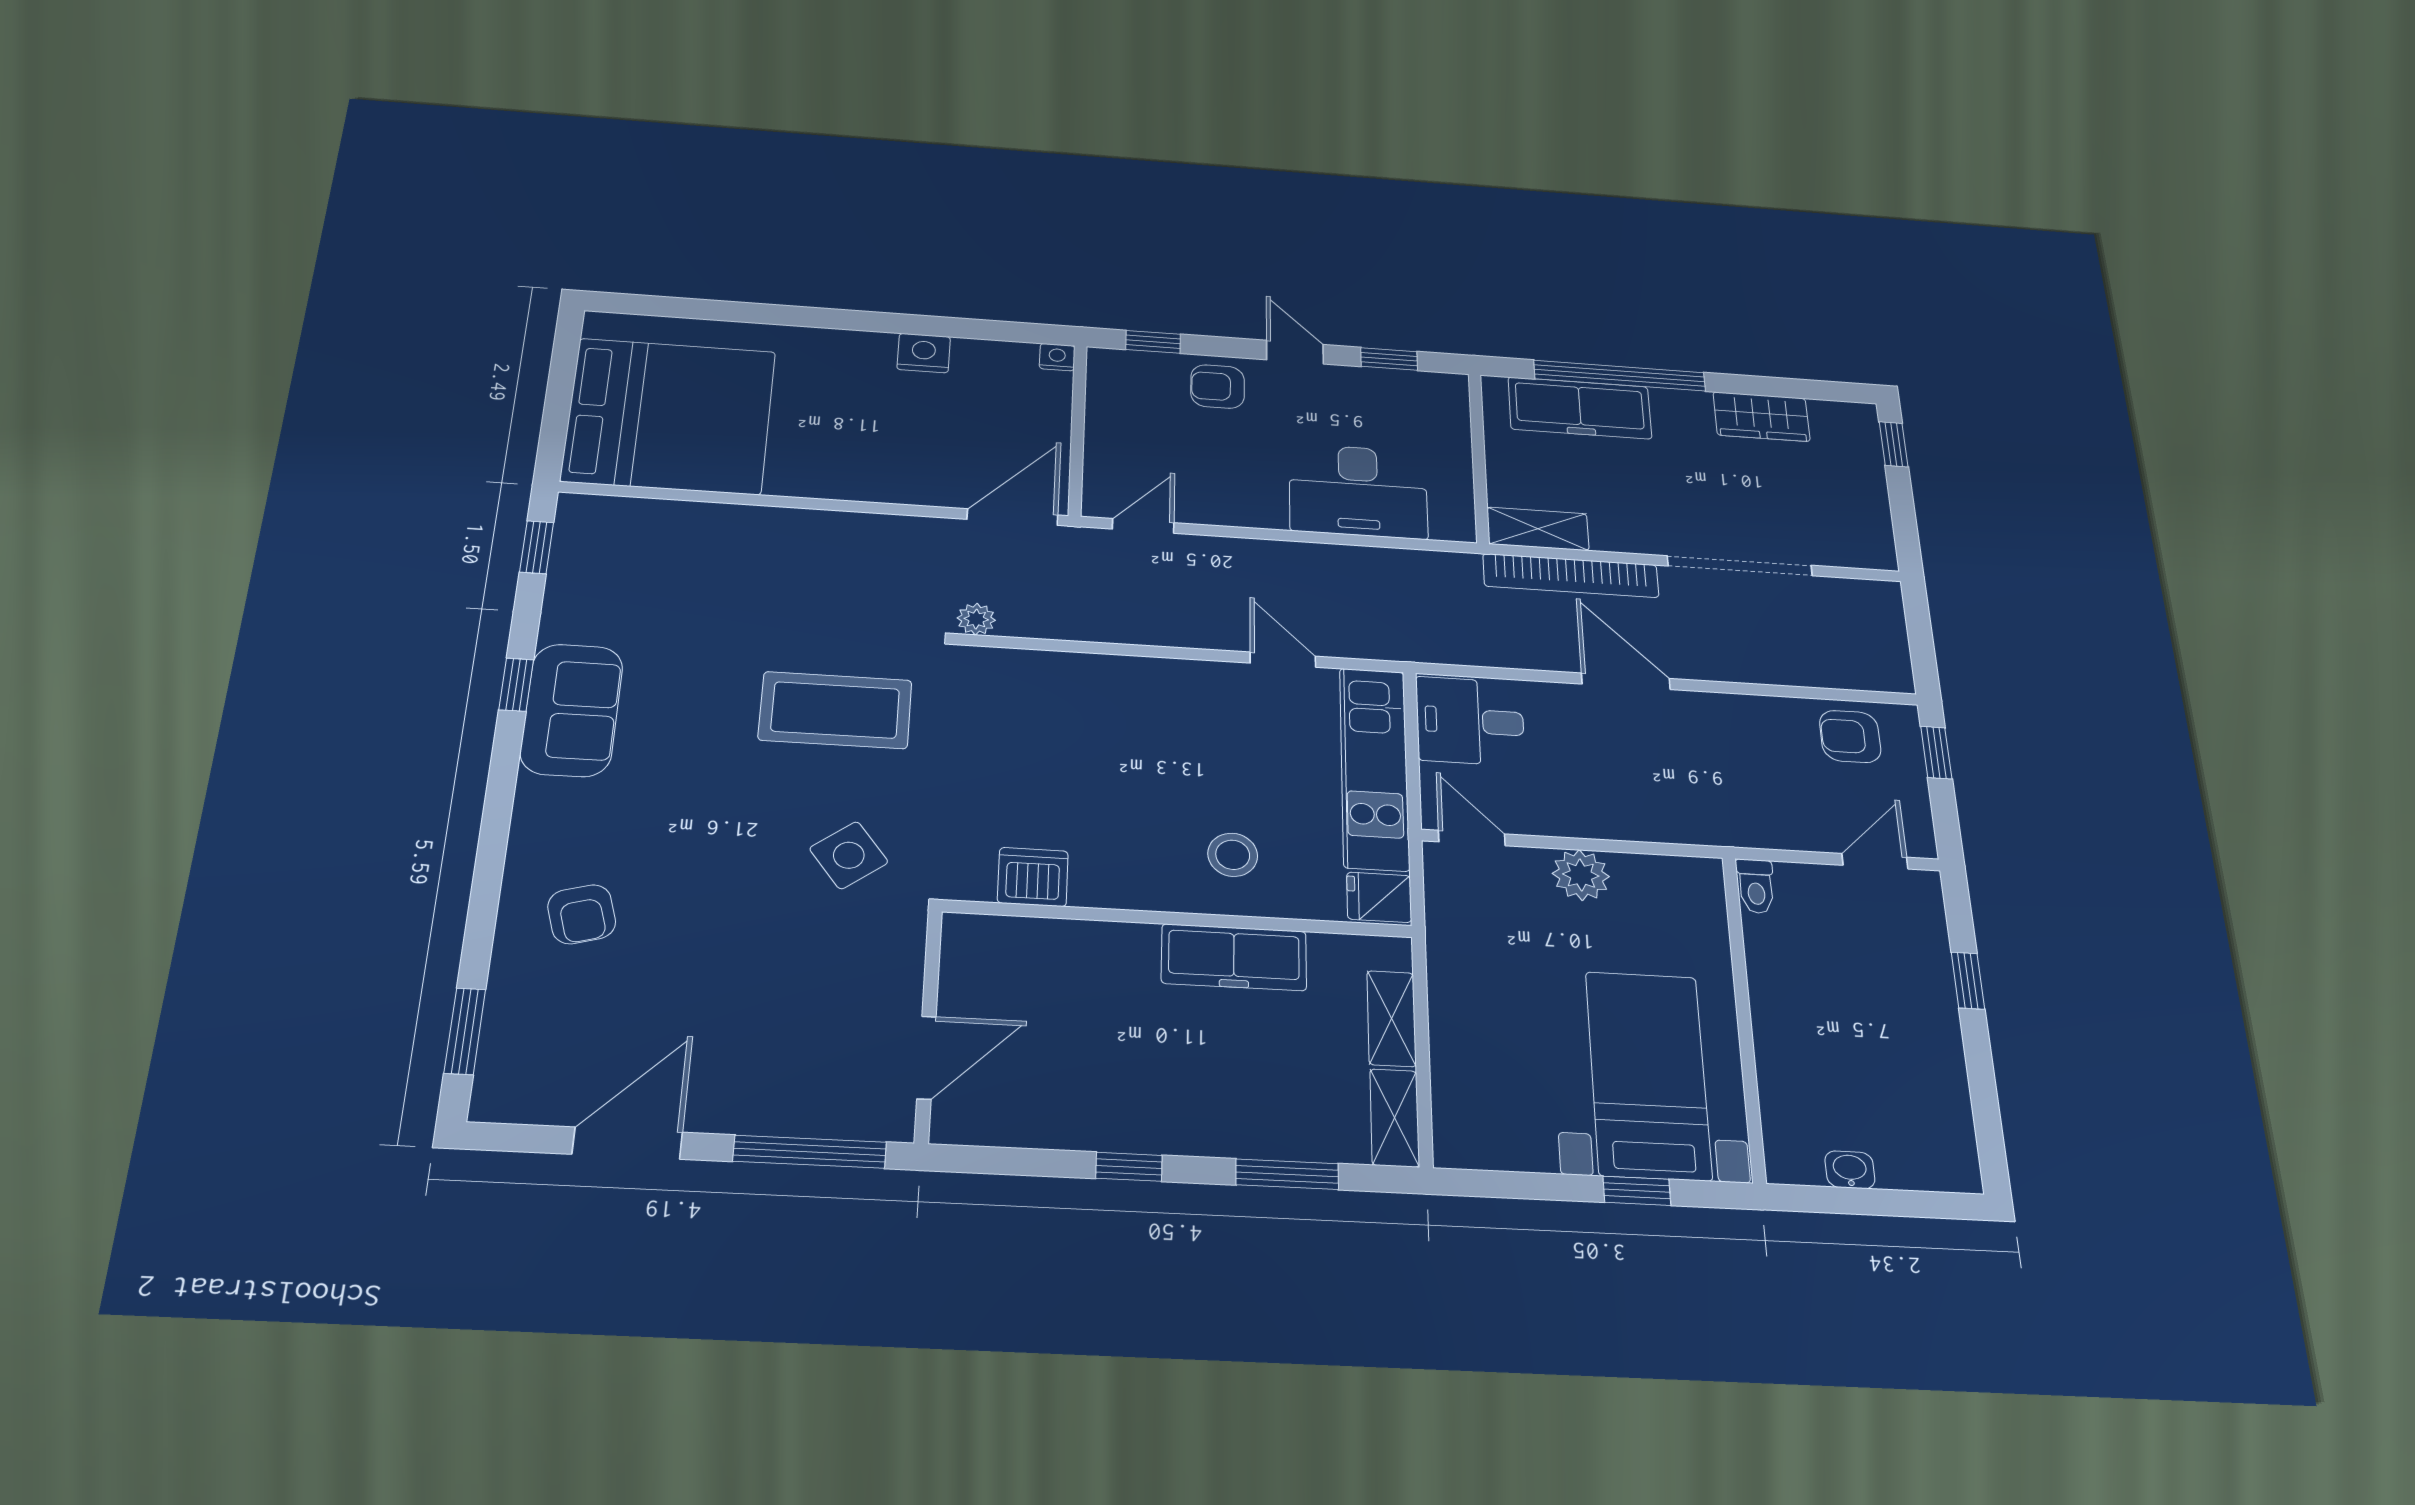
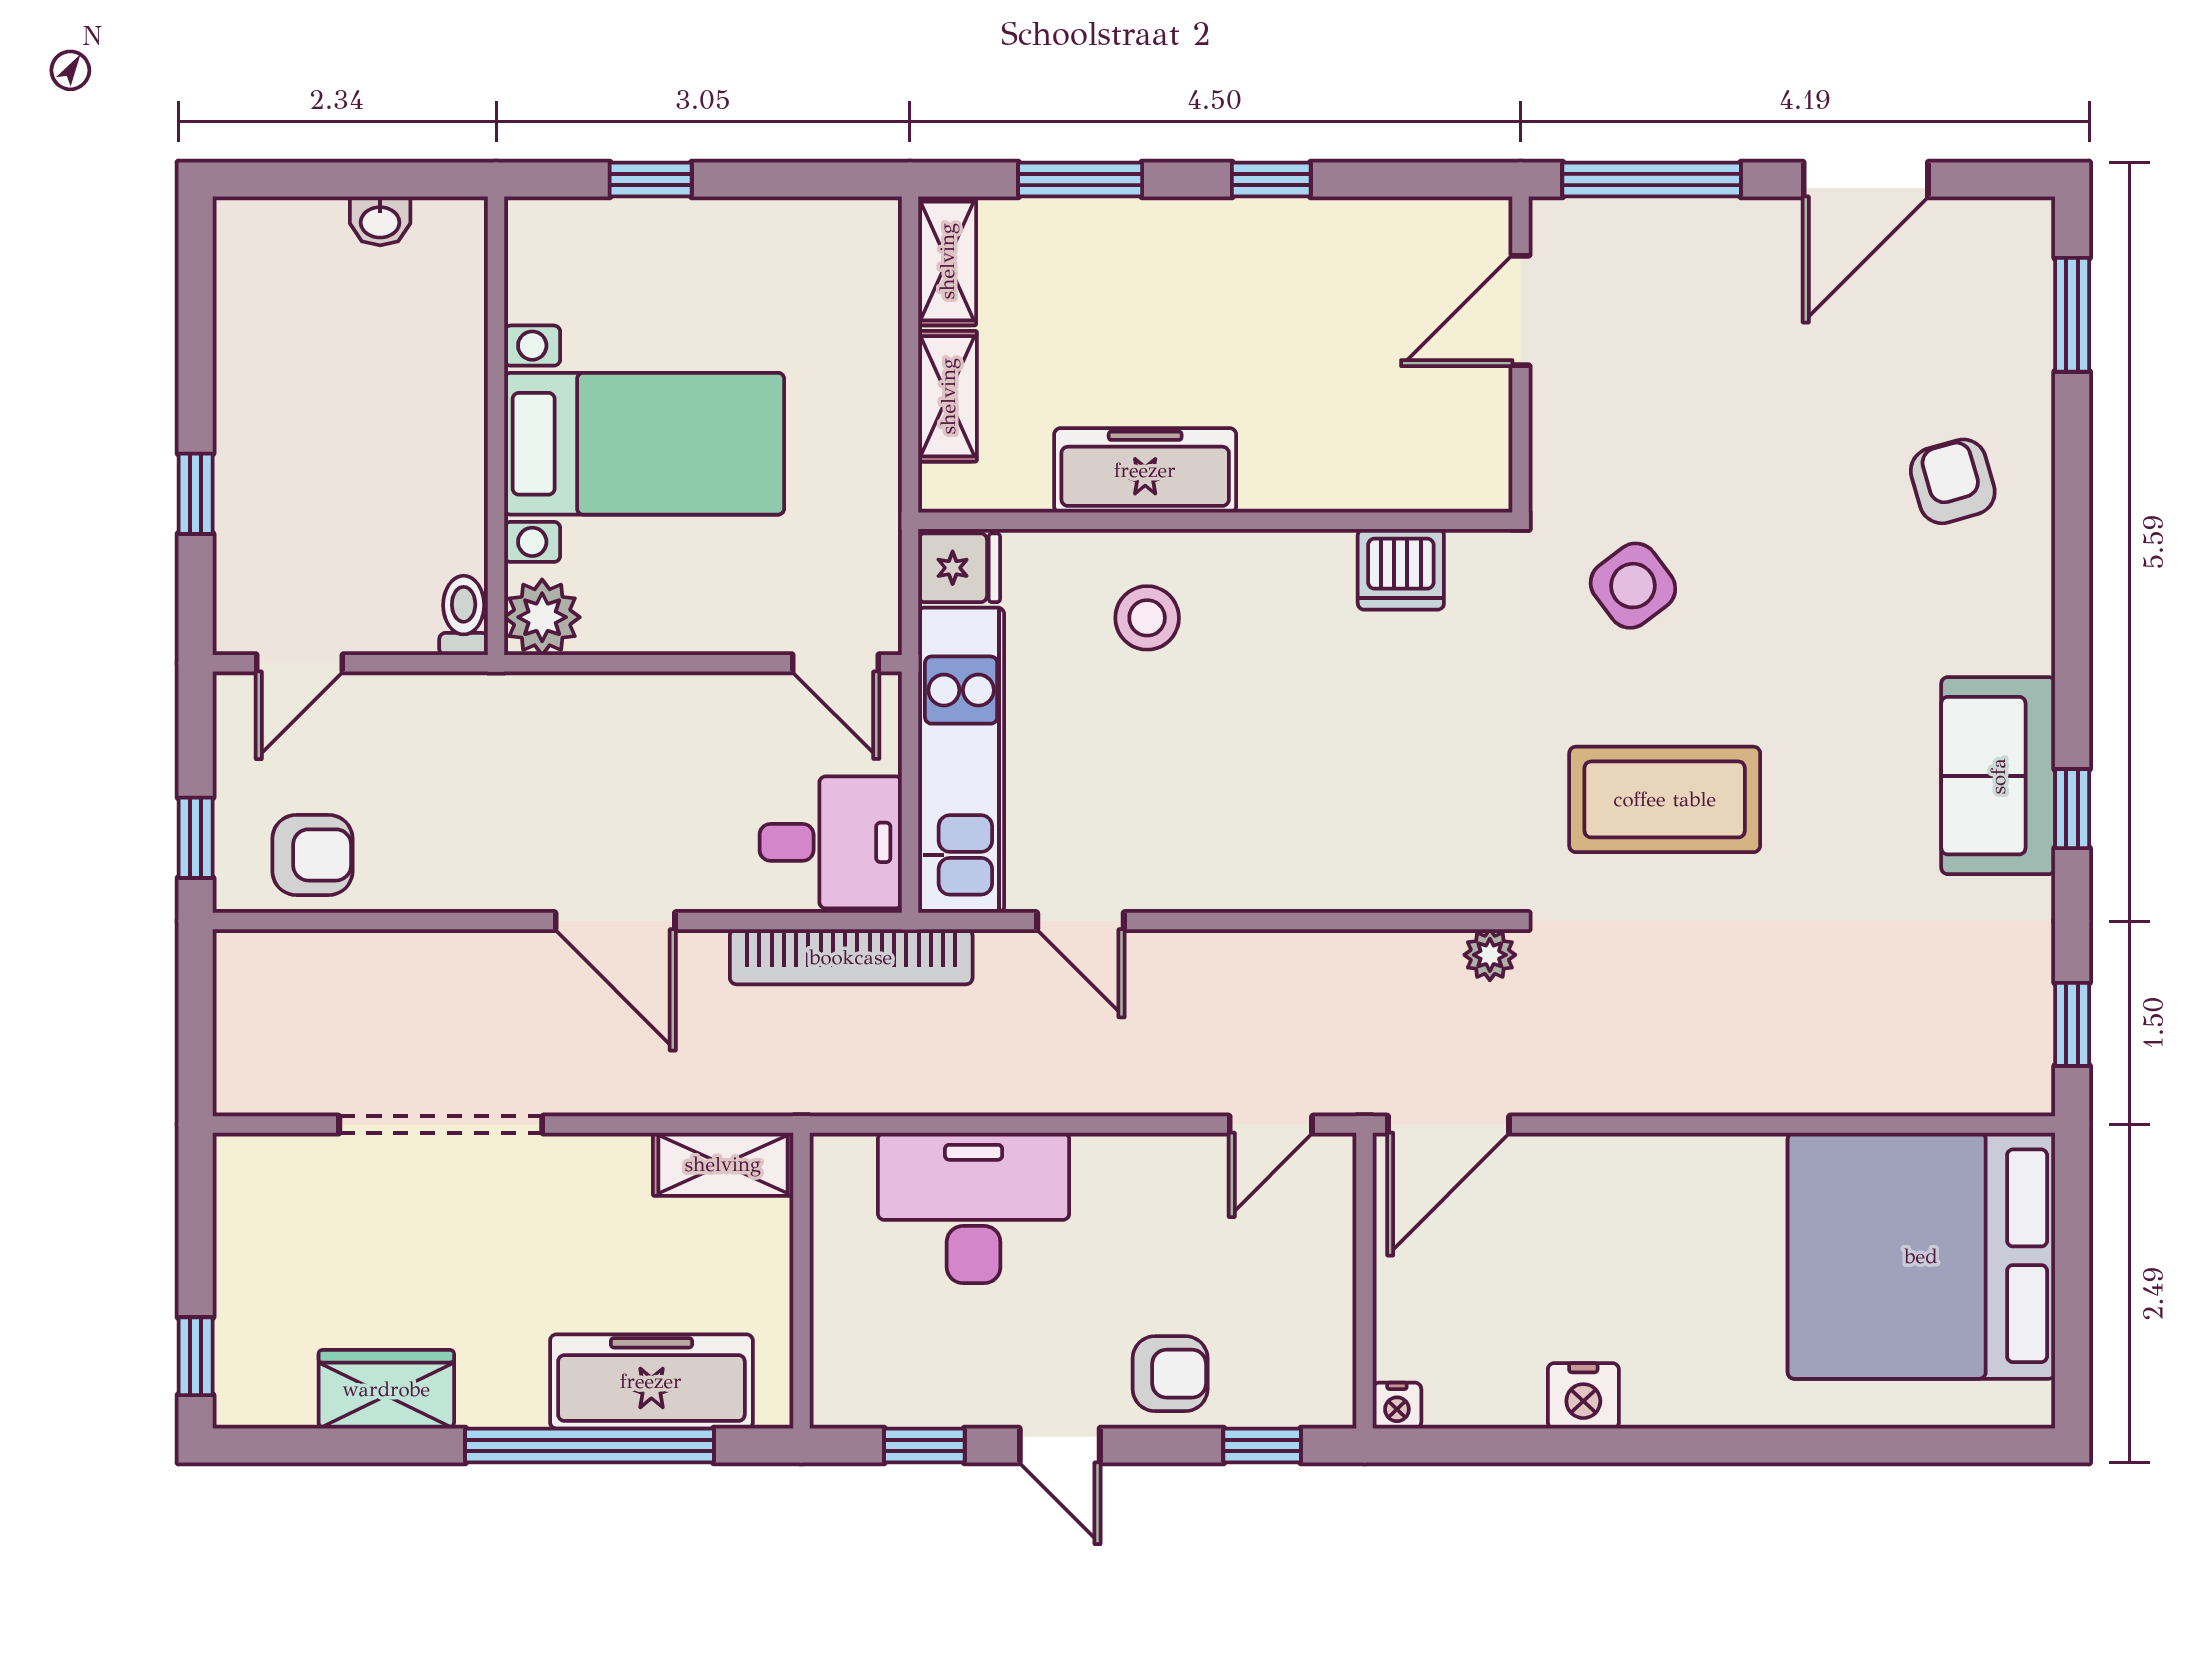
bookcase: (1571, 576) -> (851, 957), moved, turned 180
plant: (1581, 875) -> (542, 617), moved
bed with nightstands: (1648, 1075) -> (644, 444), moved, turned -90

